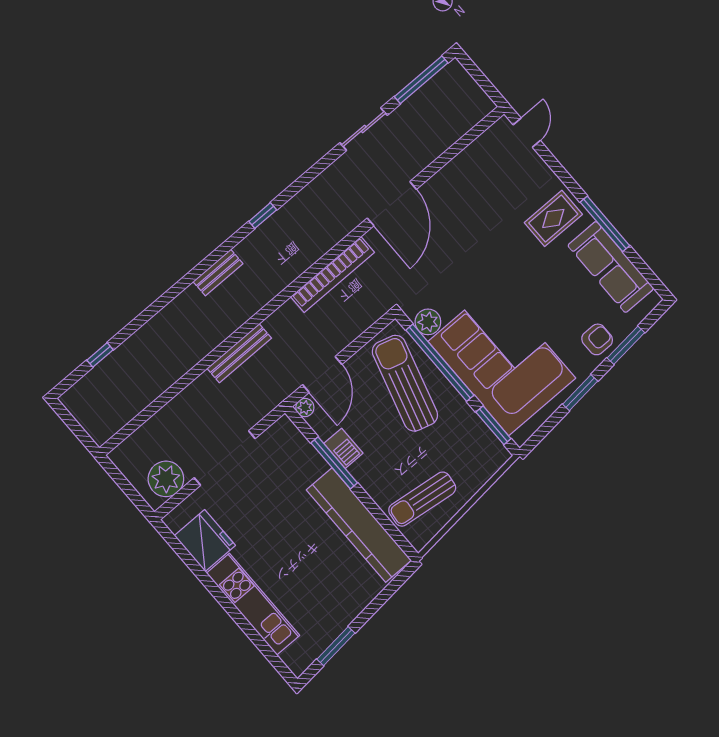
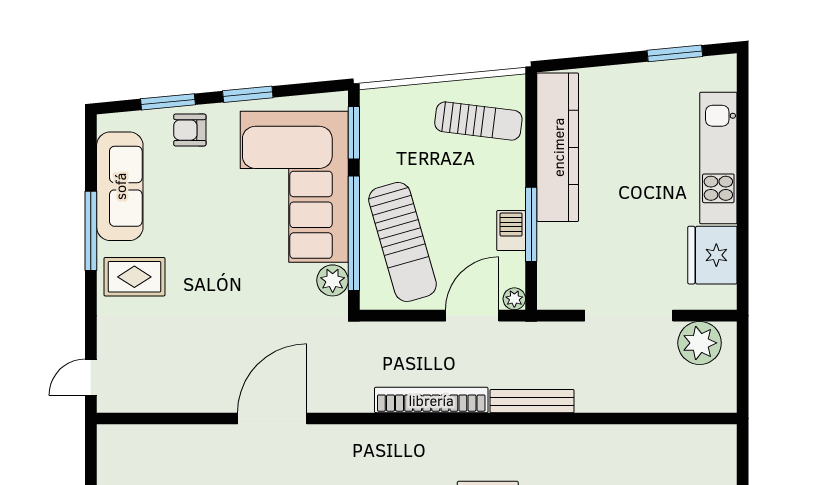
bookcase: (333, 275) -> (431, 400), moved
sun lounger: (405, 383) -> (402, 242), turned -32

